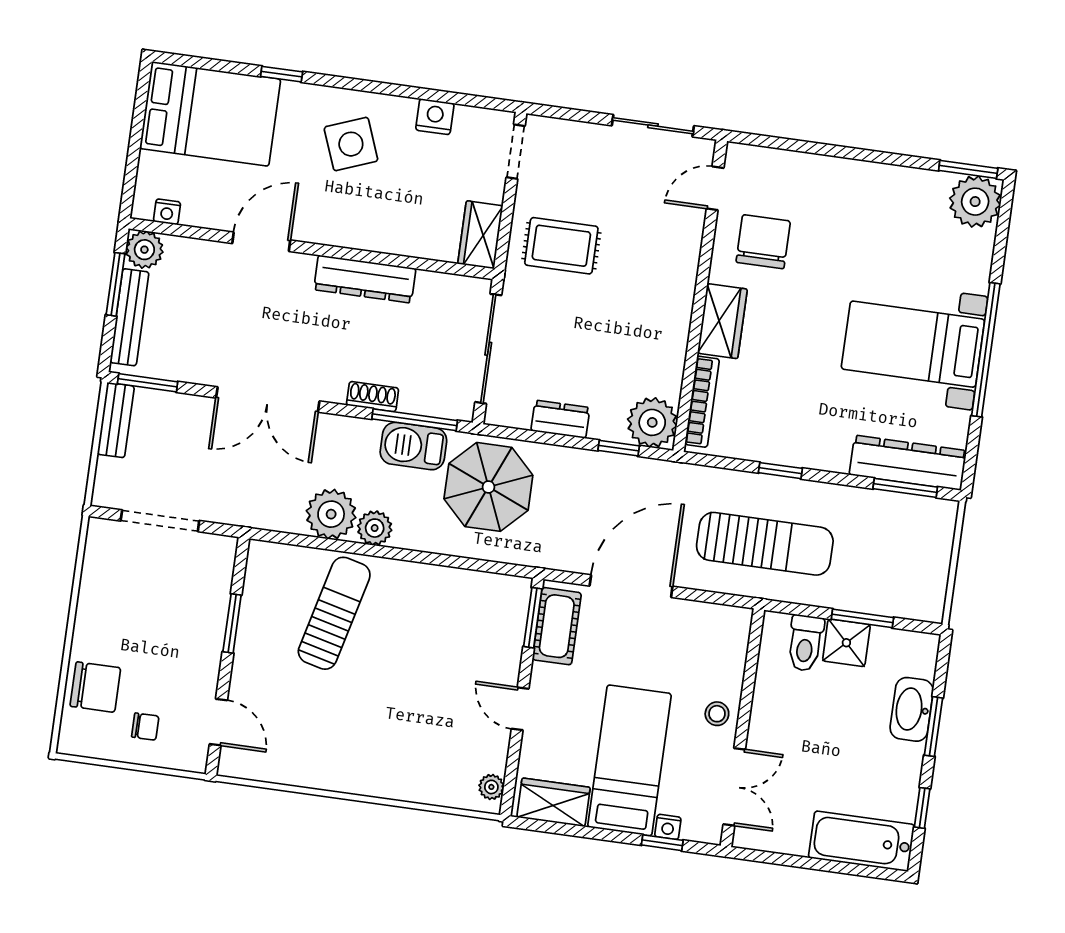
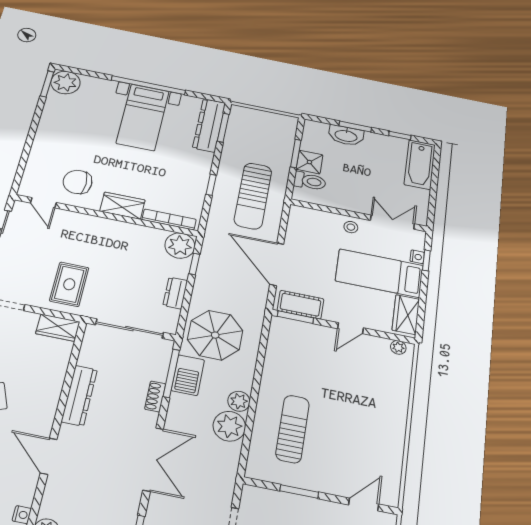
sun lounger: (765, 544) -> (253, 196), turned 180
sun lounger: (334, 613) -> (293, 429), turned 76

